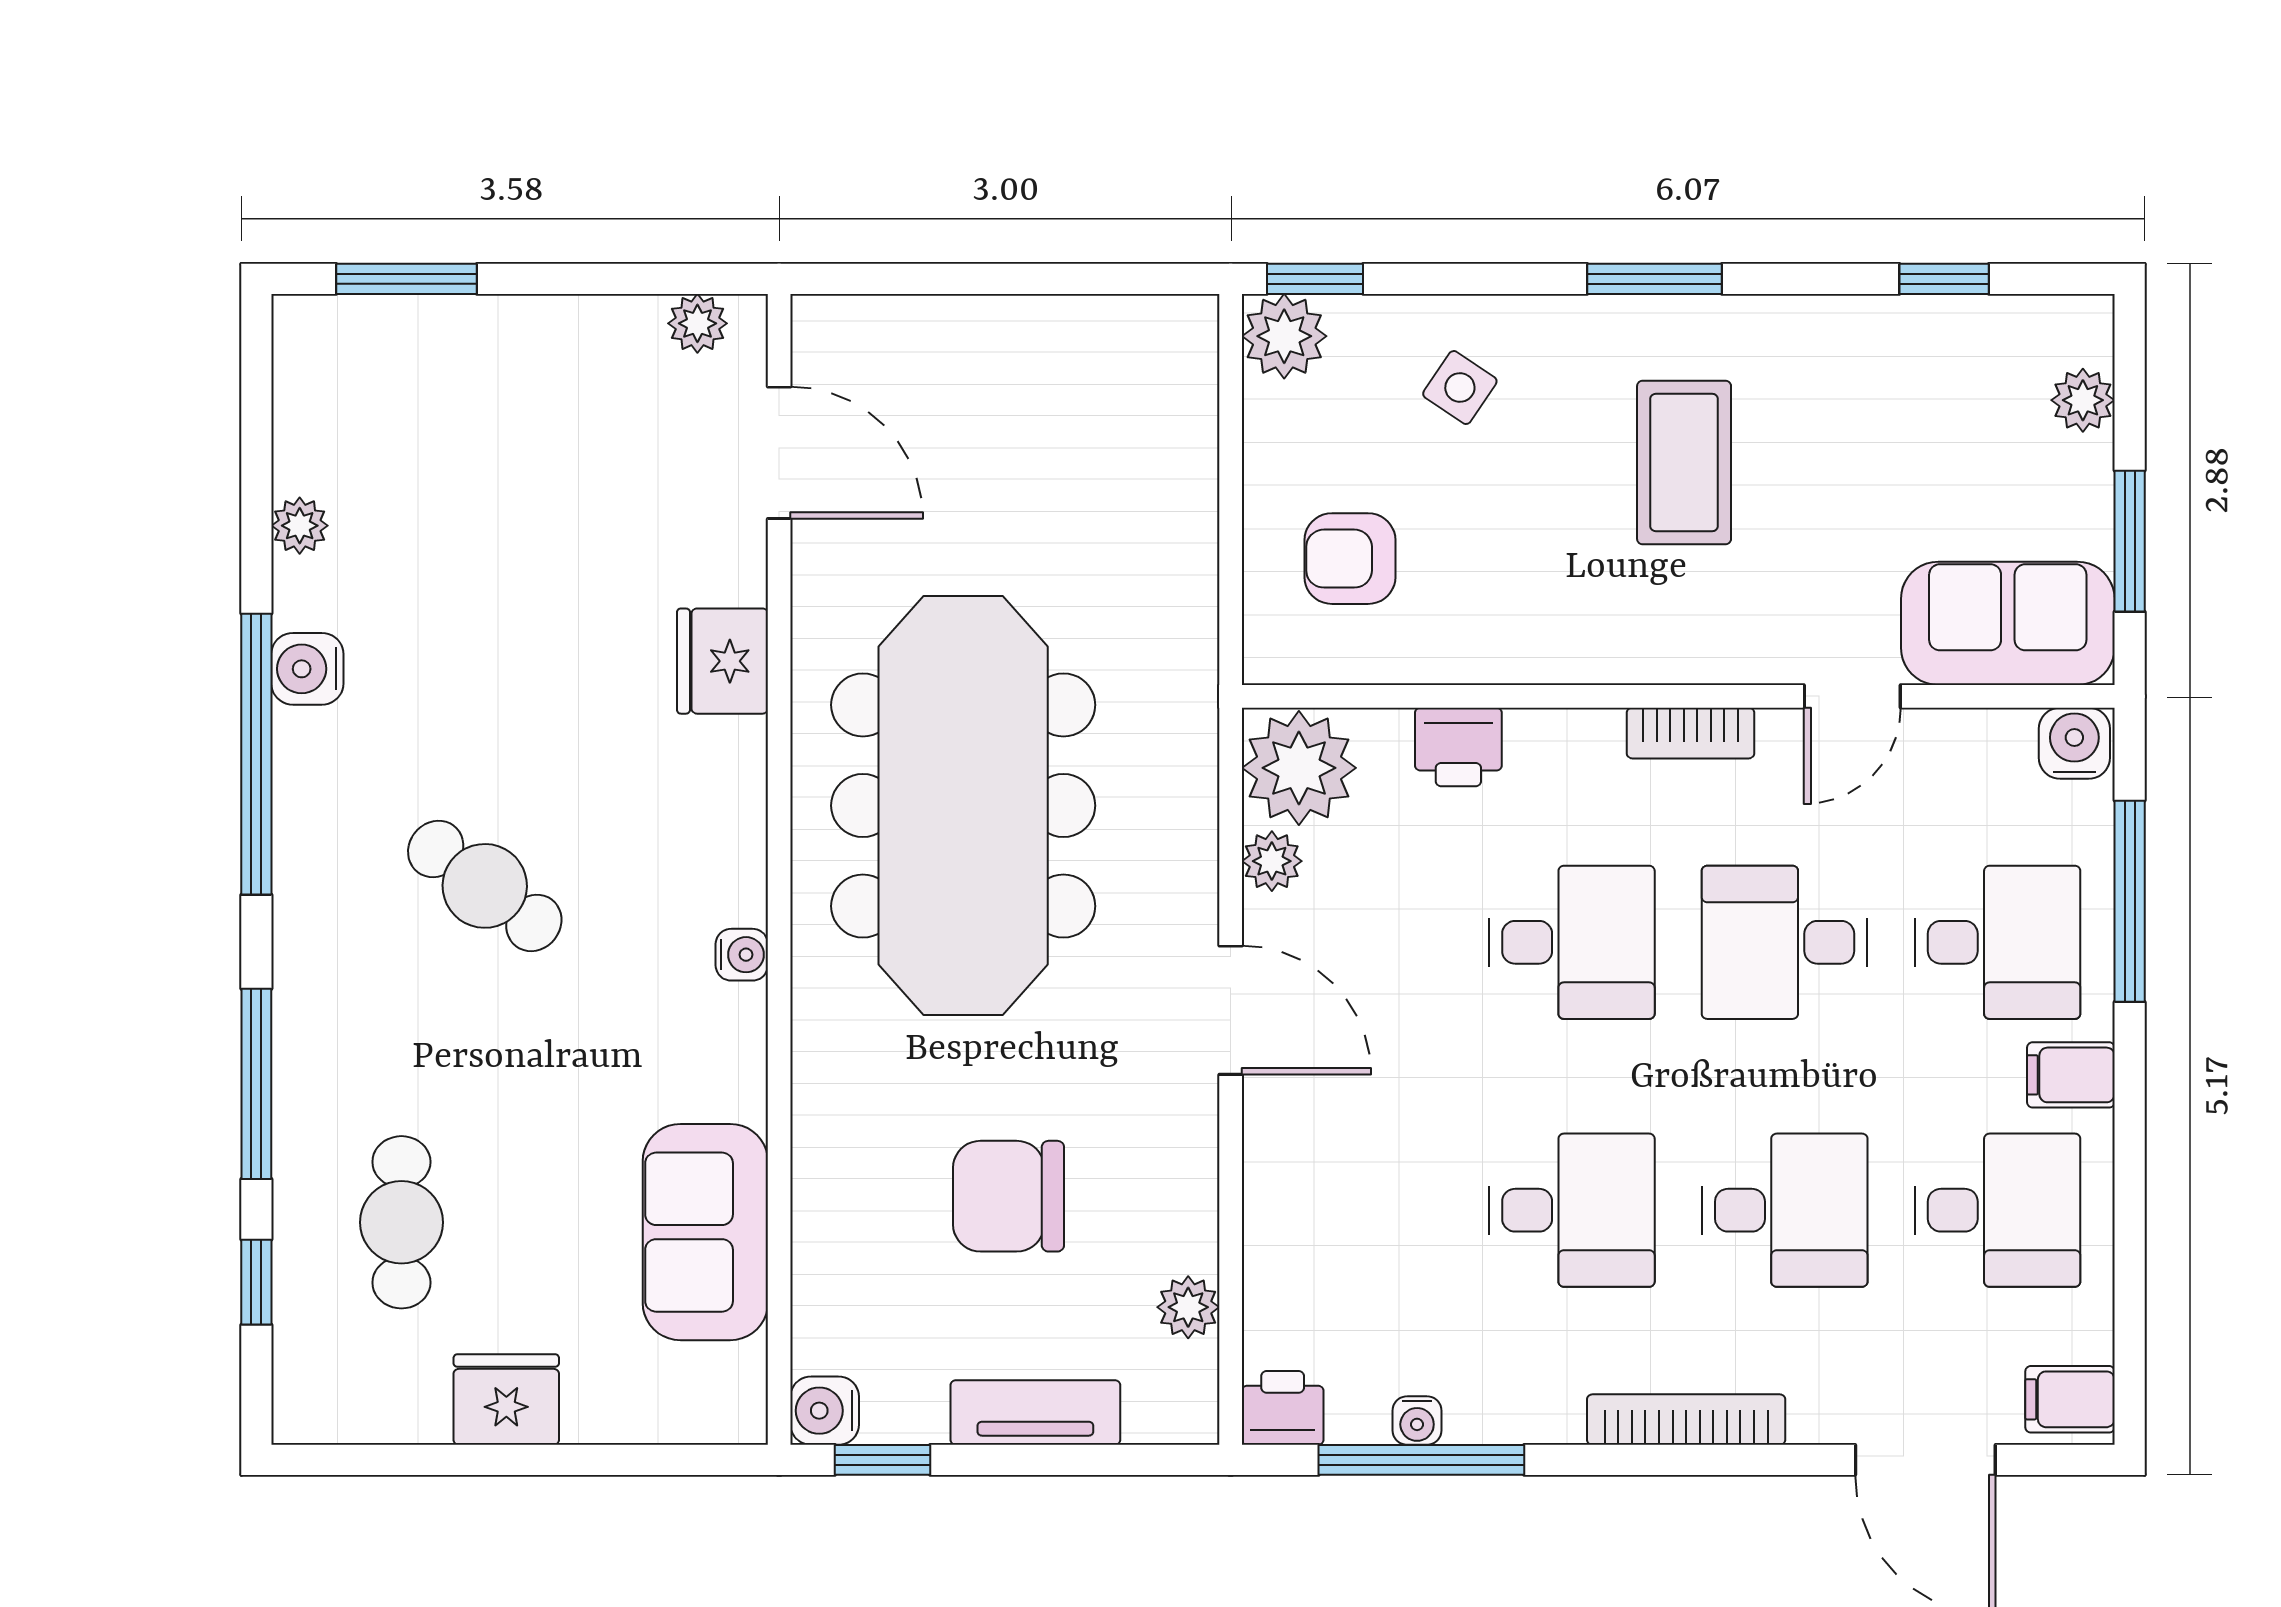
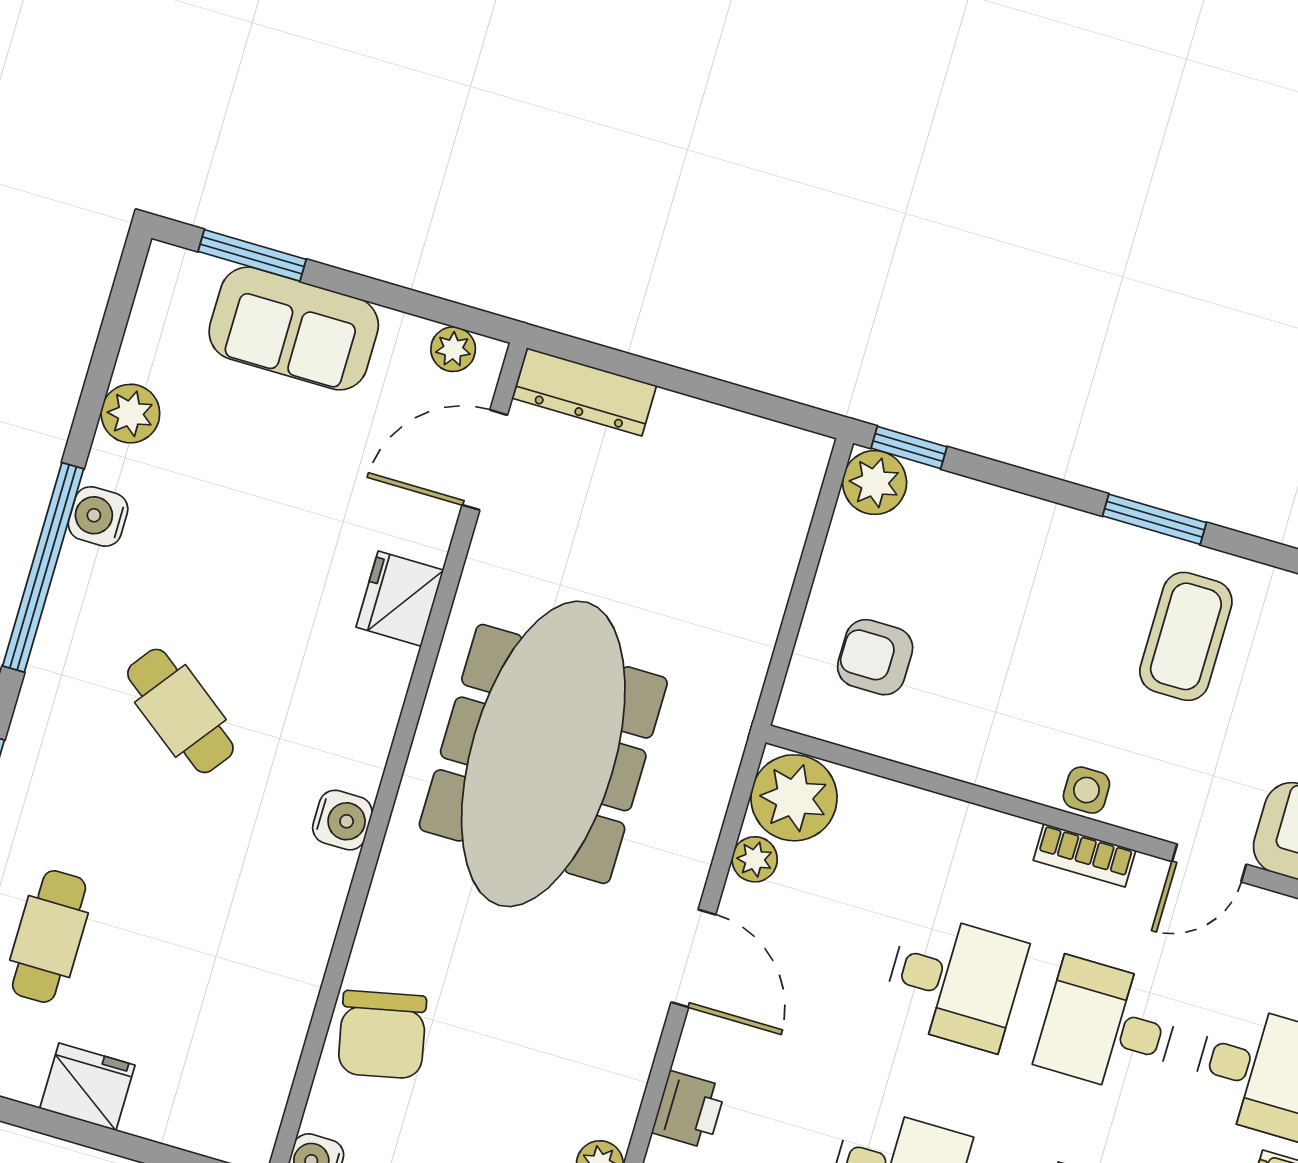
dresser: (881, 329) -> (585, 392), added
side table: (1460, 388) -> (1086, 790), moved, turned -34
door: (779, 453) -> (485, 460), swing flipped
coffee table: (1684, 462) -> (1186, 636), moved
plant: (300, 526) -> (130, 414), width x1.38, depth x1.38
printer: (1458, 747) -> (689, 1110), moved, turned -90
water cooler: (742, 955) -> (342, 820), width x1.38, depth x1.38
chair: (1009, 1196) -> (382, 1035), moved, turned -102
sofa: (705, 1232) -> (294, 329), moved, turned -90

